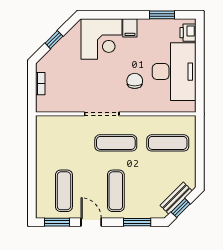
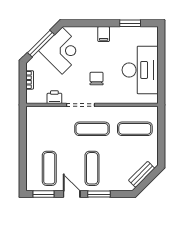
printer: (188, 33) -> (54, 97), moved, turned 90
corner desk: (101, 39) -> (62, 51), moved, turned -45
window: (54, 40) -> (41, 44), width x2.17
chair: (135, 81) -> (97, 79), moved
window: (181, 208) -> (145, 182), removed
window: (137, 222) -> (99, 194), moved

